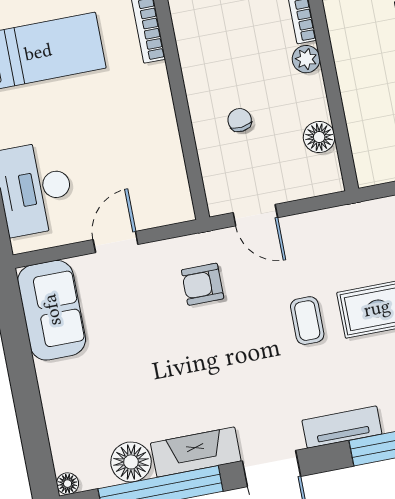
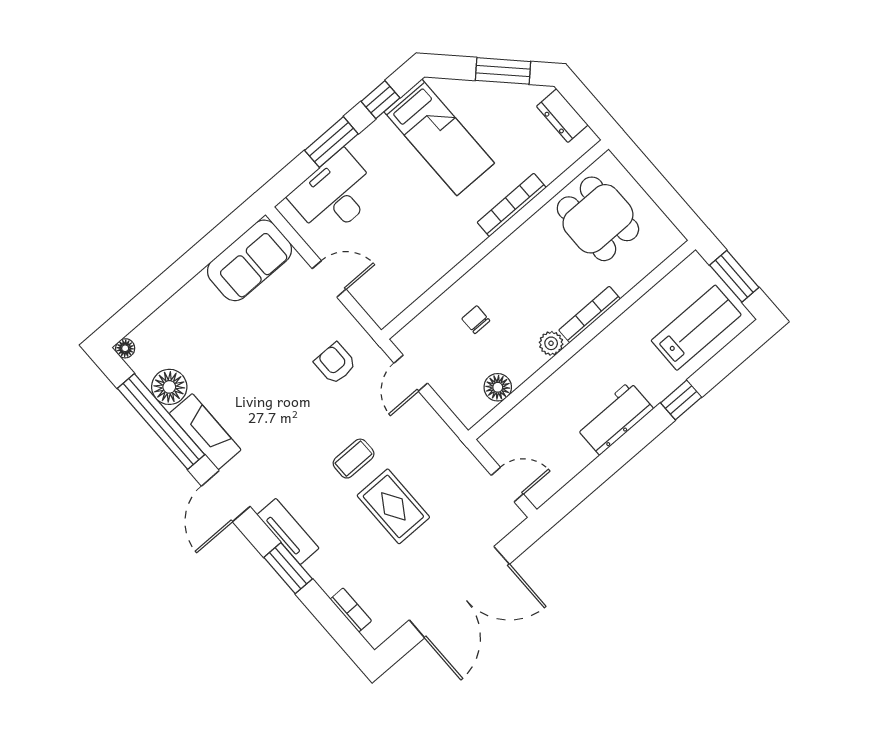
chair: (240, 120) -> (476, 320), turned -84

